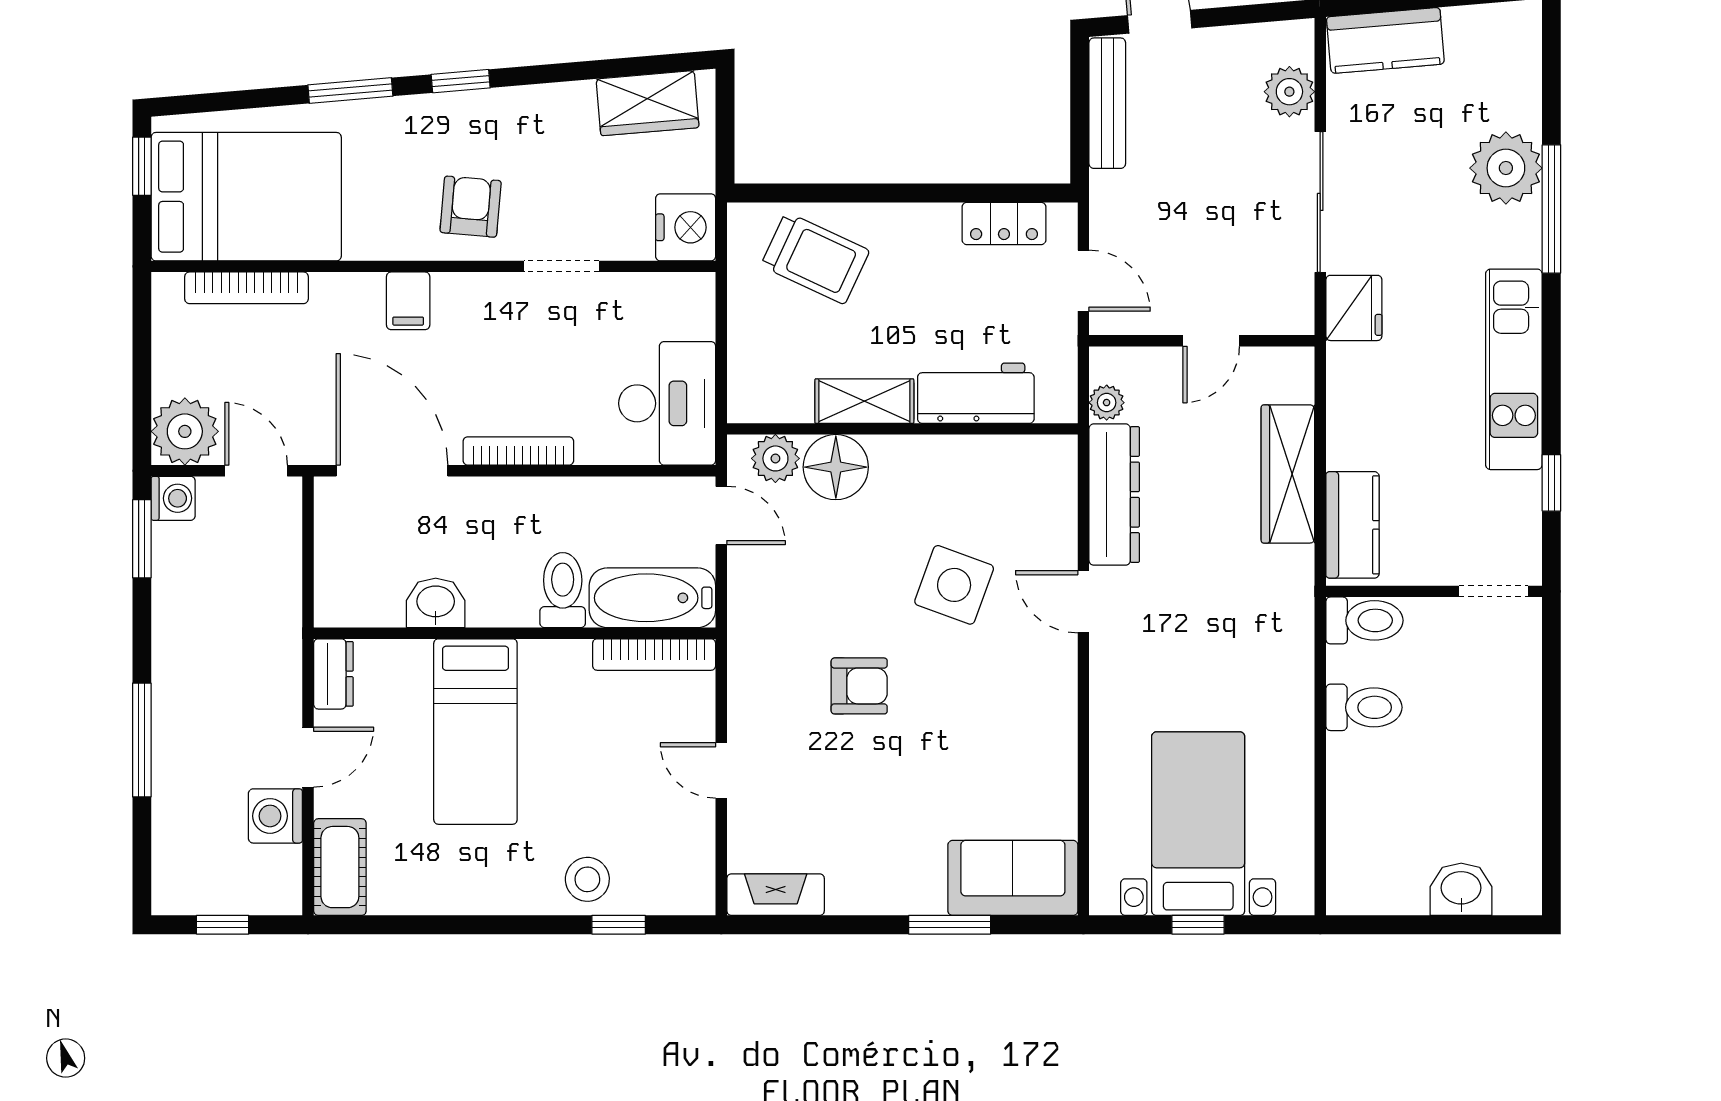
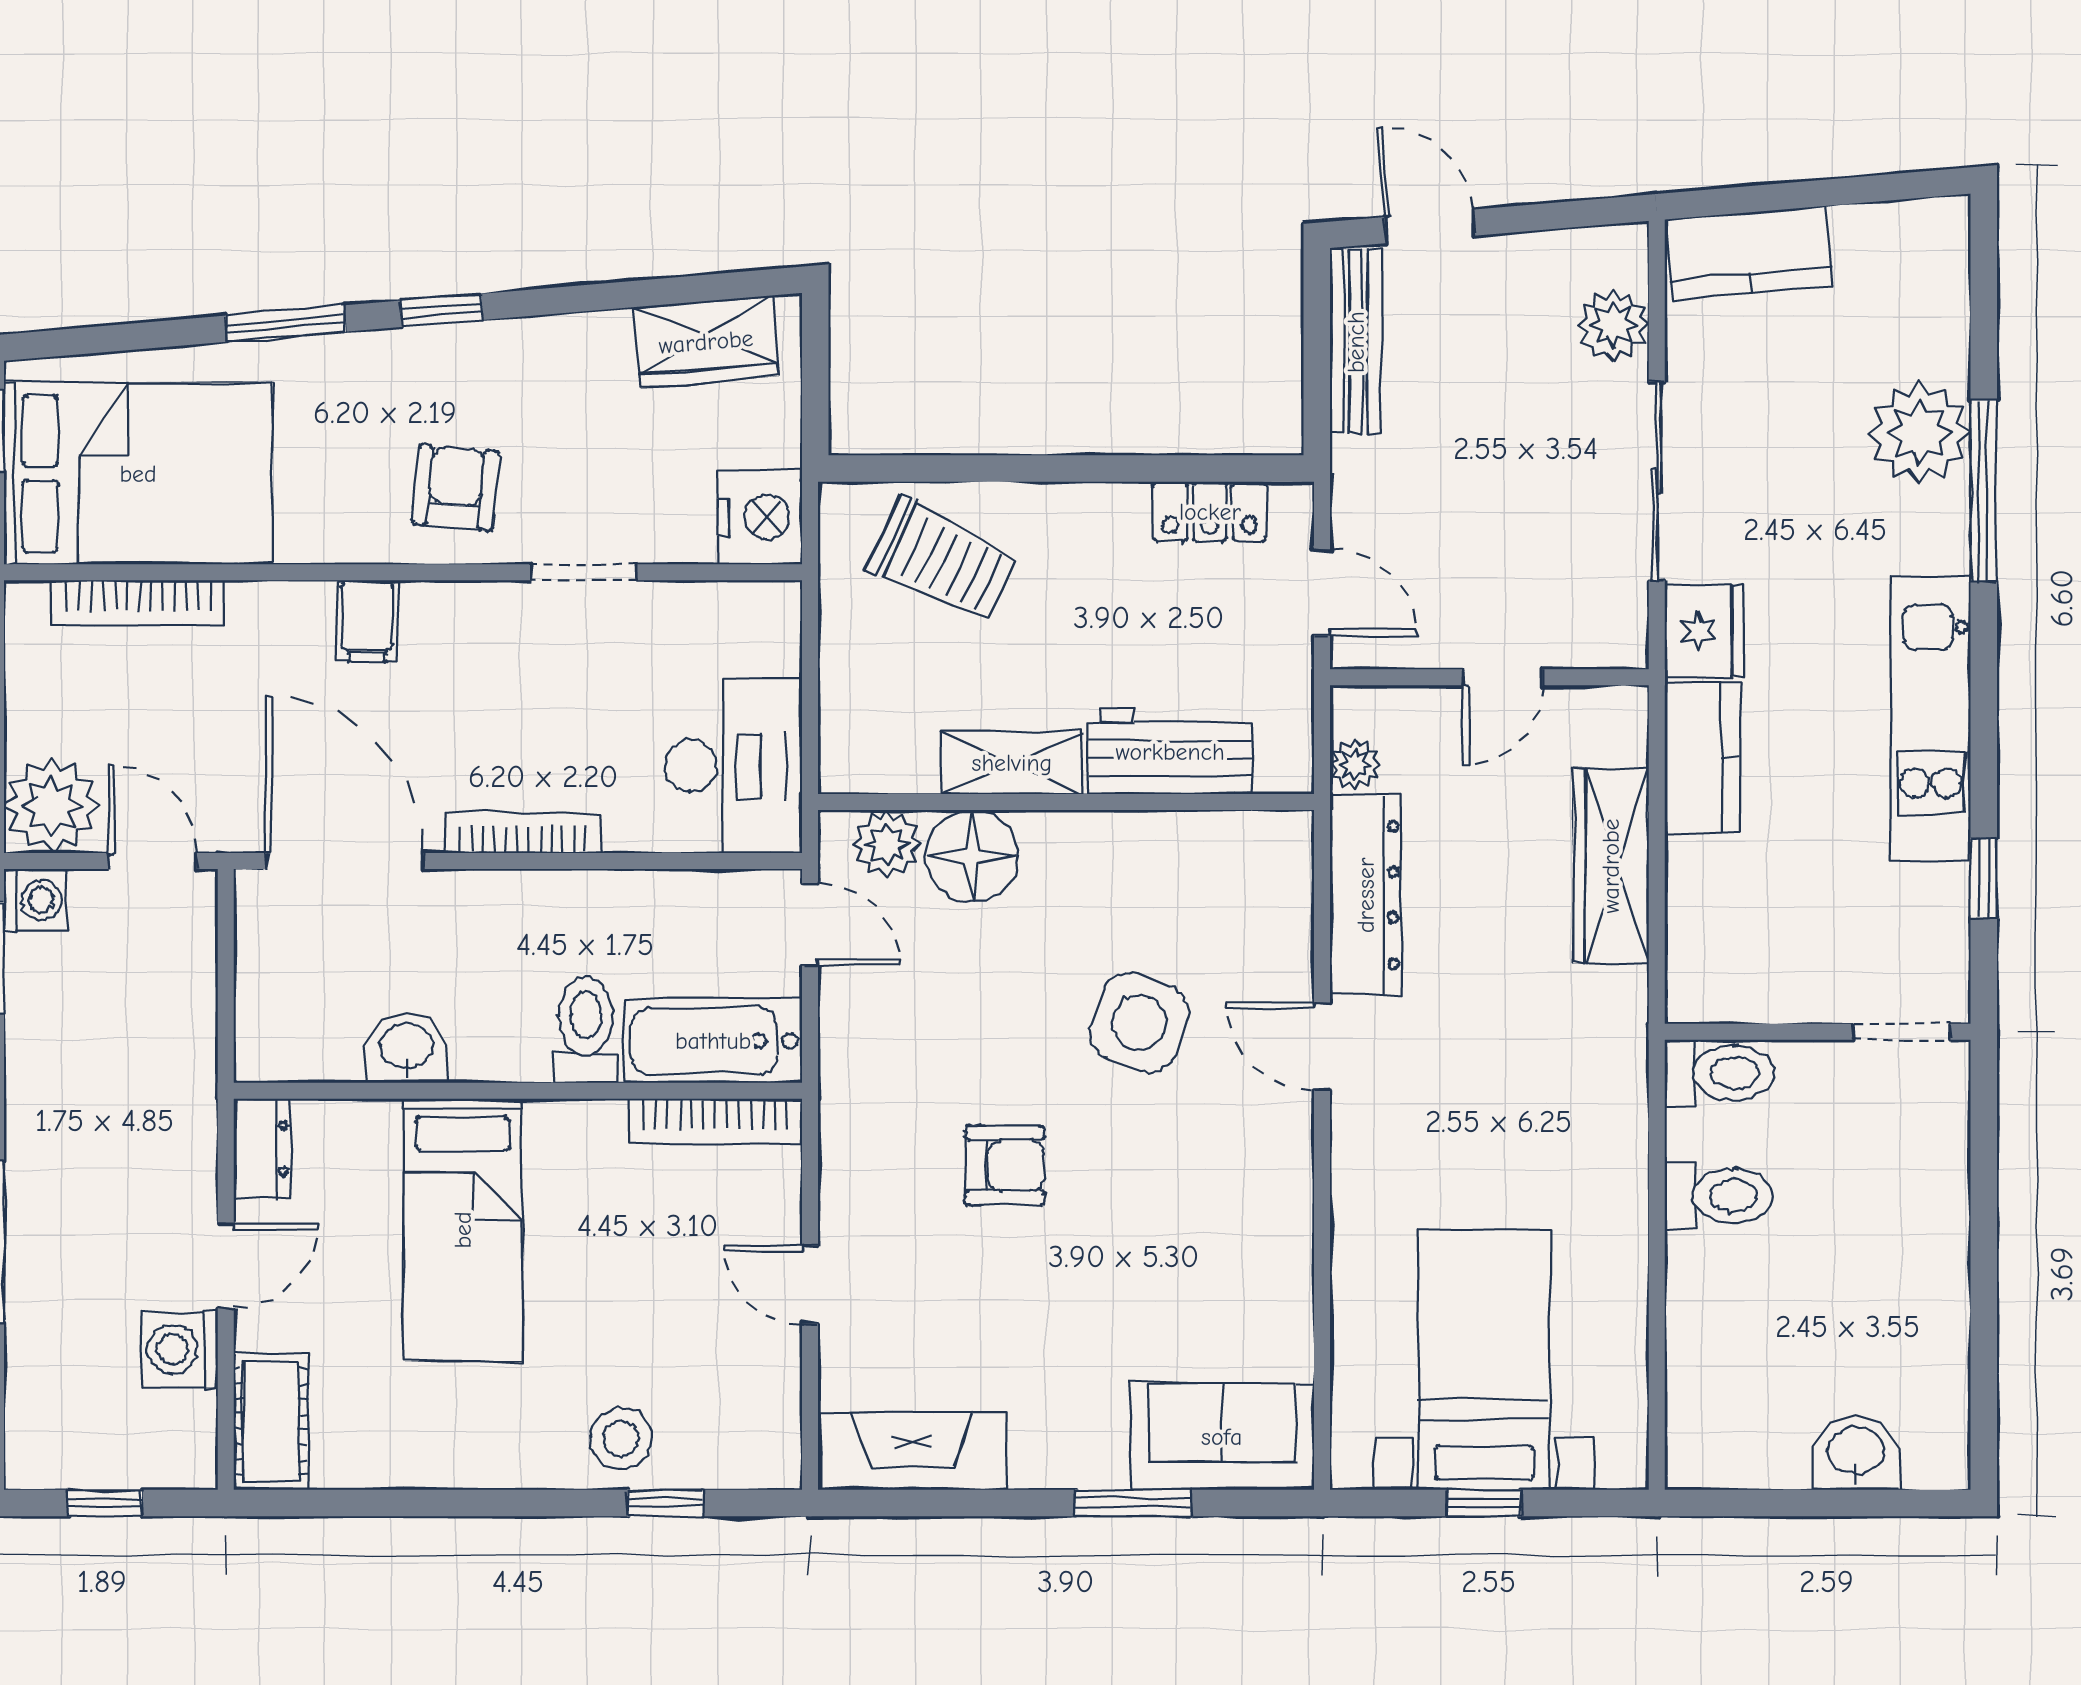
kitchen counter: (1352, 525) -> (1702, 758), moved
fireplace: (776, 895) -> (912, 1451), width x1.37, depth x1.32

